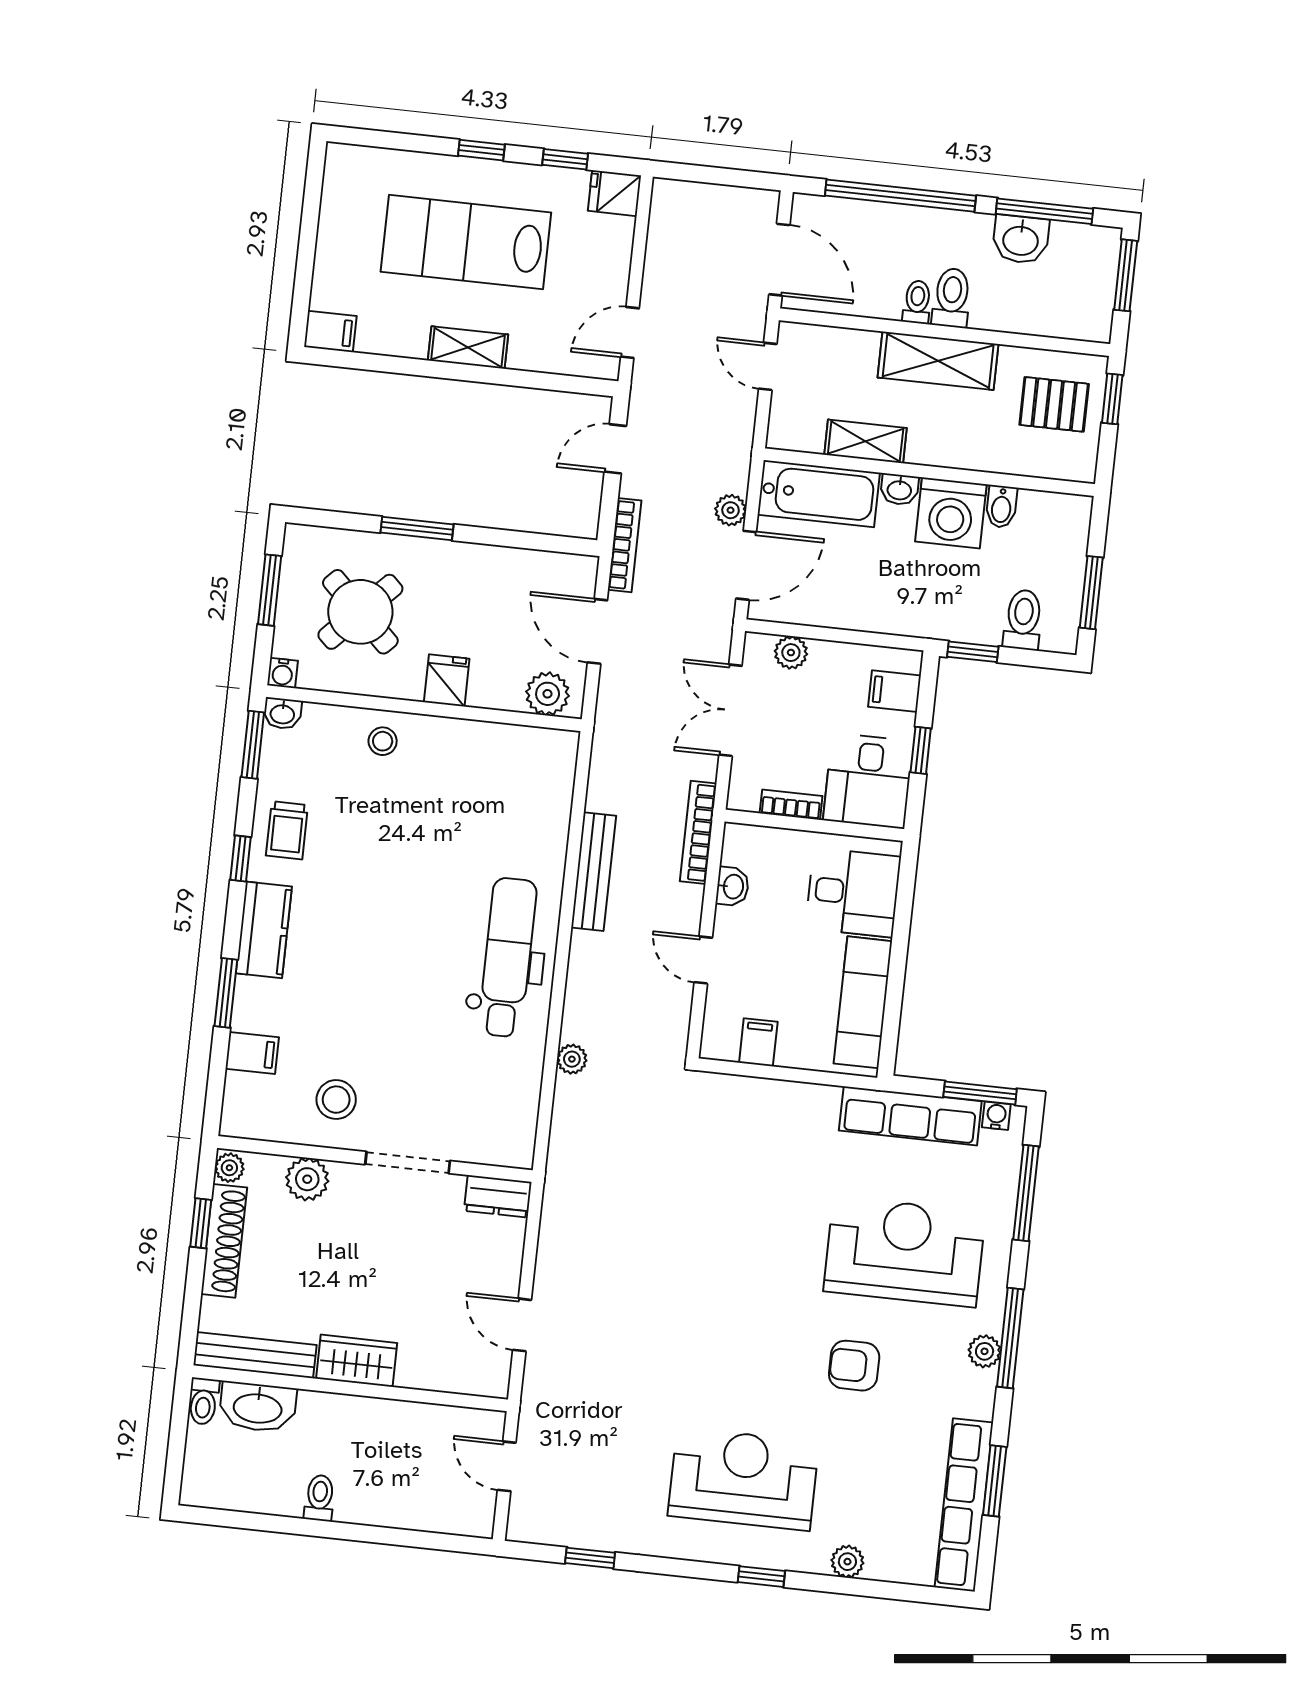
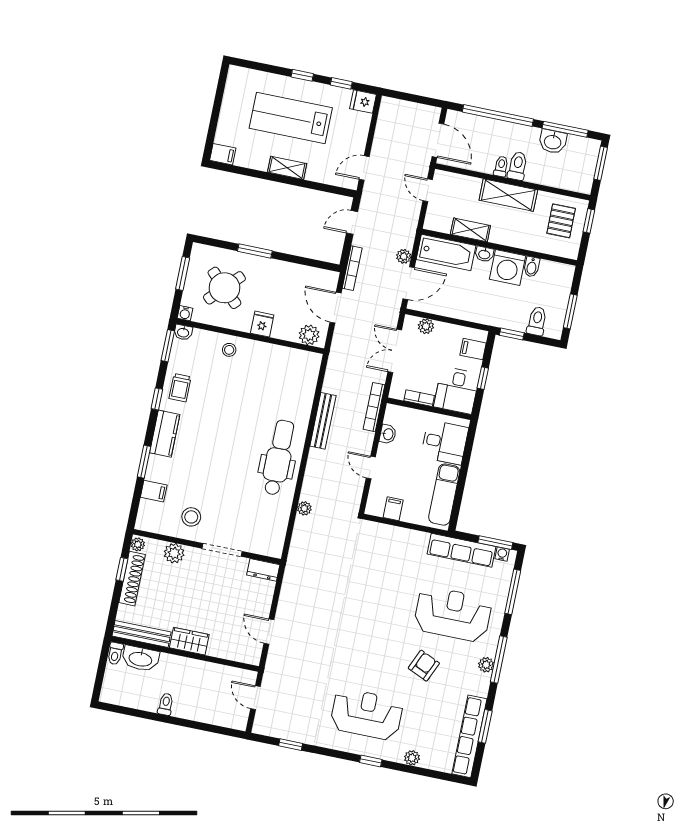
pallet: (1054, 404) -> (561, 221), turned 90
armchair: (854, 1366) -> (424, 666), turned 114

